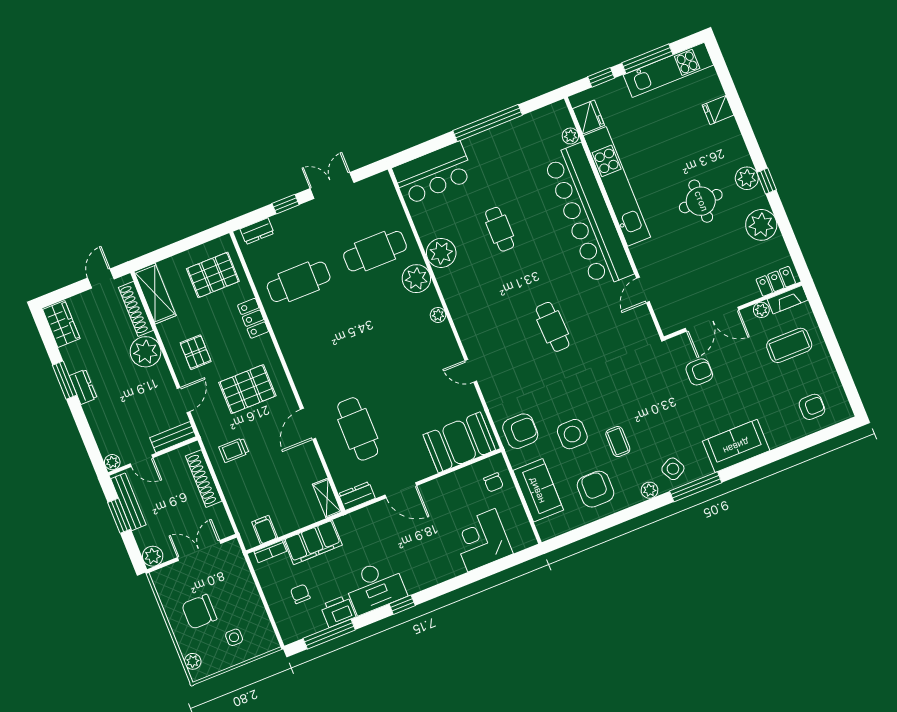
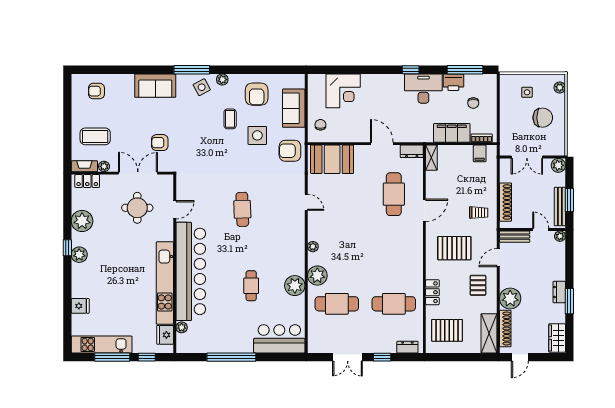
round table: (701, 201) -> (137, 208), moved

